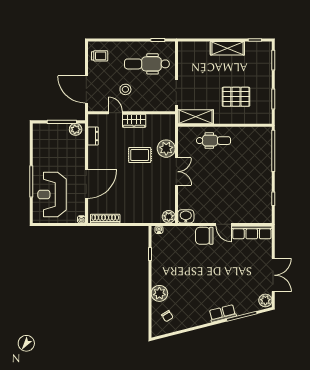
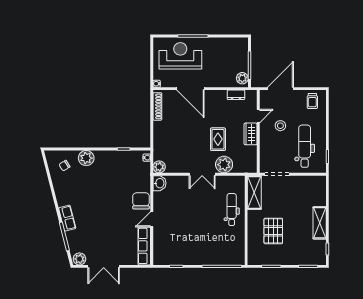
dental chair: (213, 141) -> (232, 210), turned 180

